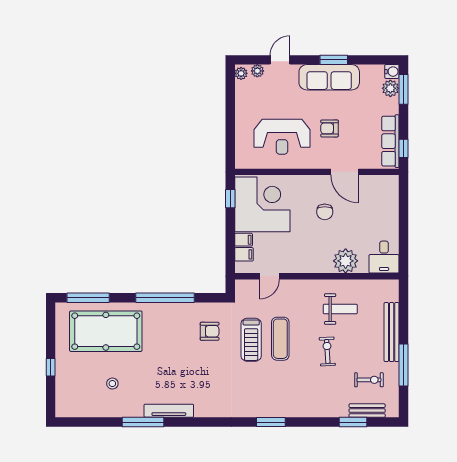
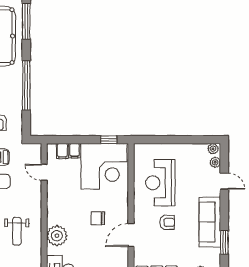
window: (334, 60) -> (224, 242), moved
armchair: (329, 128) -> (167, 222), turned 90

